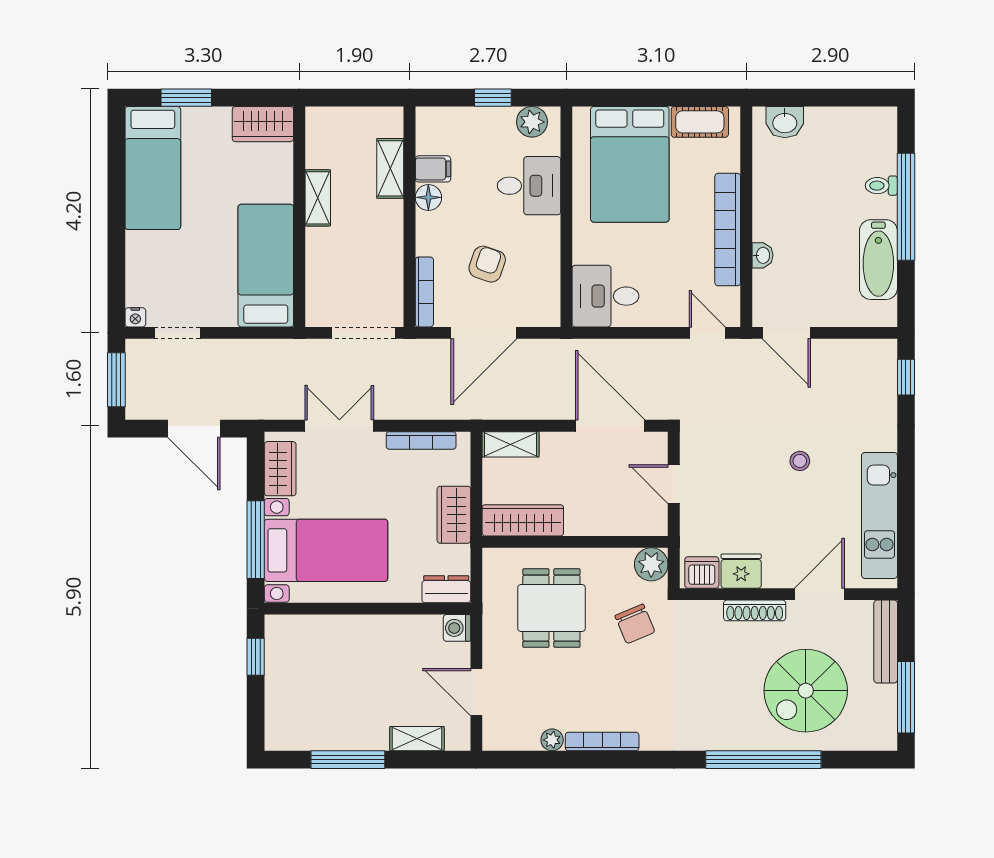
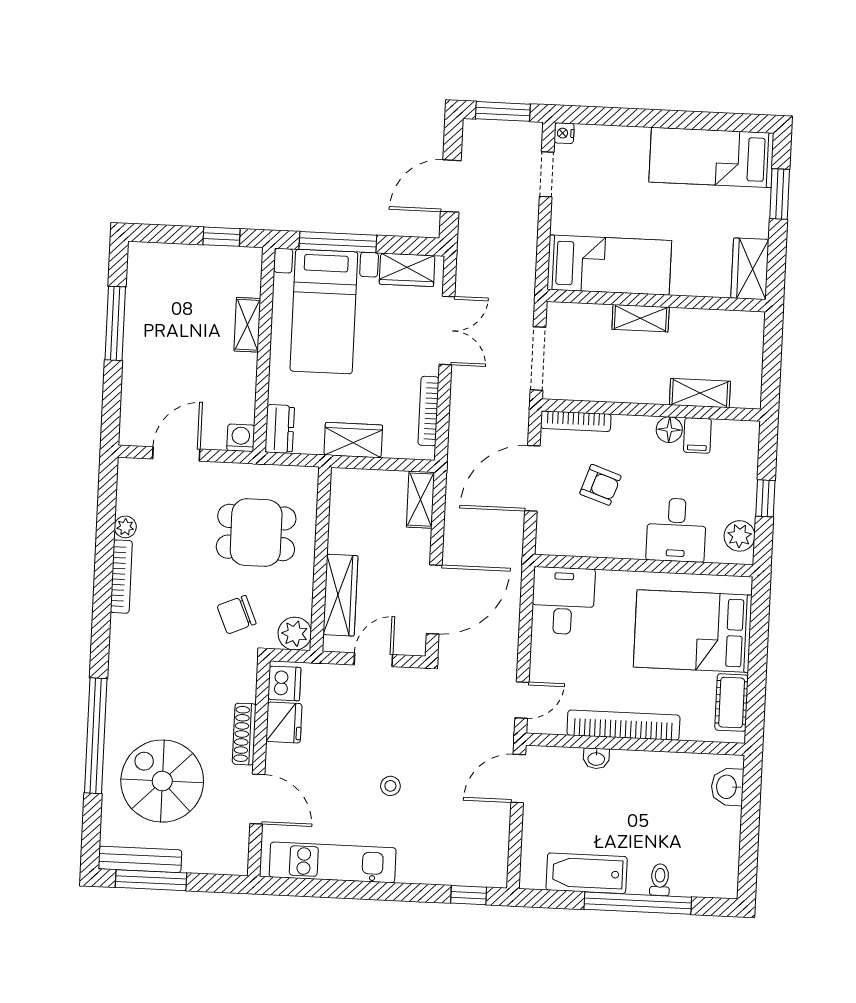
shelving: (318, 198) -> (641, 318), moved
door: (484, 333) -> (532, 478), hinge flipped
wardrobe: (523, 520) -> (340, 595), moved
bench: (886, 642) -> (140, 859), moved
shelving: (417, 739) -> (247, 325), moved

